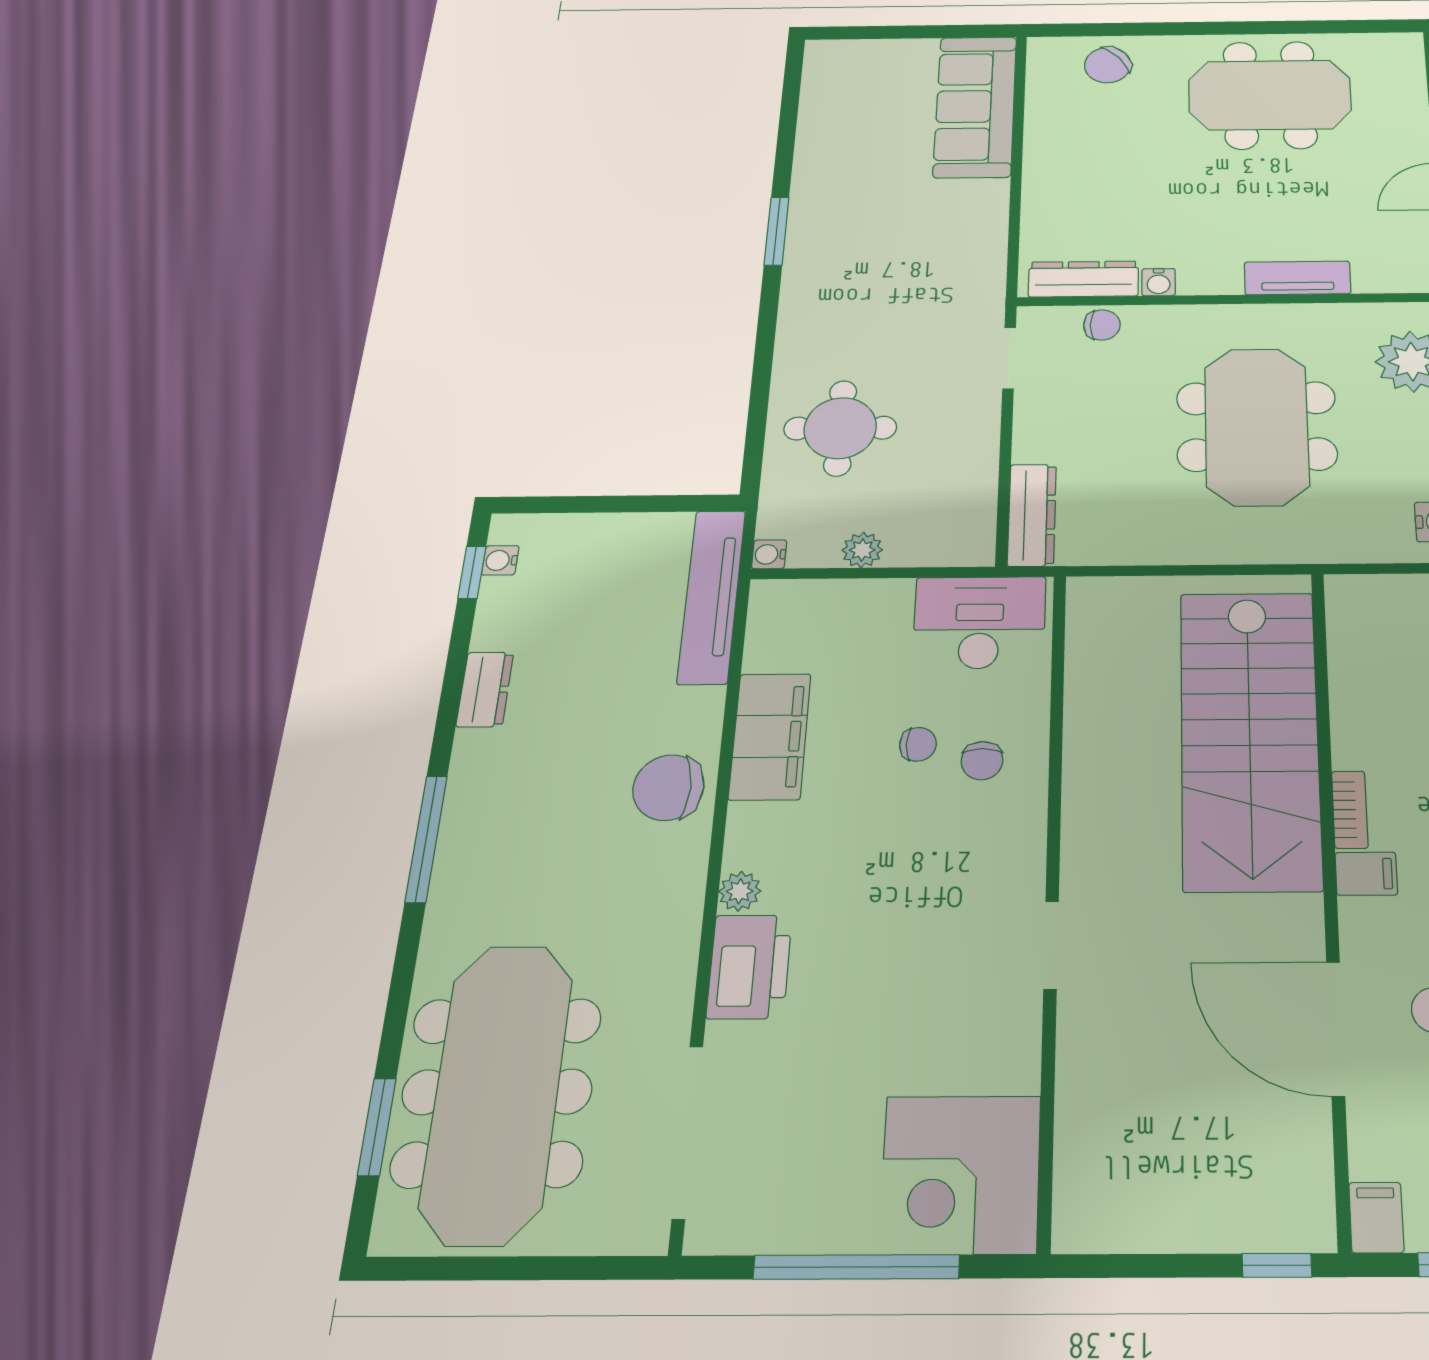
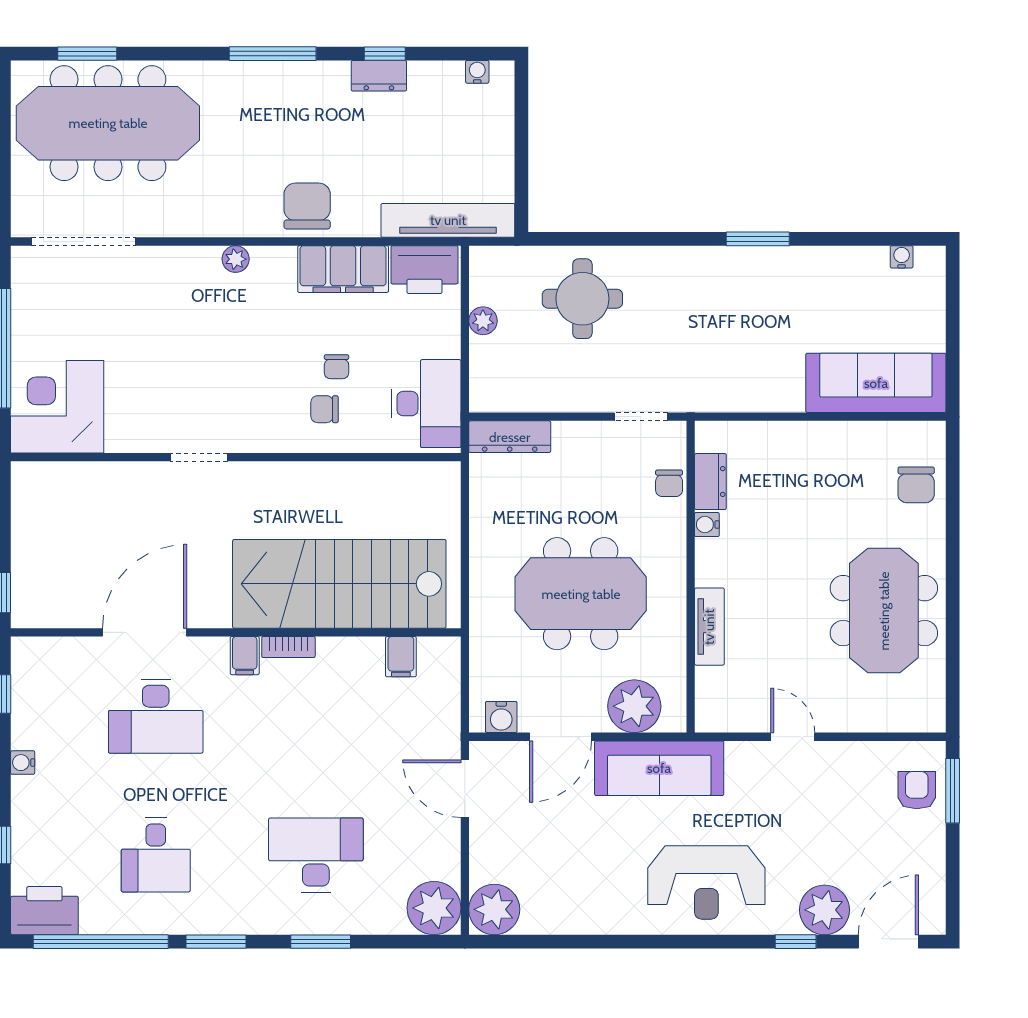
chair: (1108, 65) -> (916, 485), turned -140
dresser: (1083, 279) -> (710, 482), width x0.70
water cooler: (769, 554) -> (902, 257), moved
window: (472, 572) -> (385, 54), moved
printer: (749, 967) -> (424, 270), moved
filing cabinet: (1376, 1217) -> (401, 657), moved, turned 90

